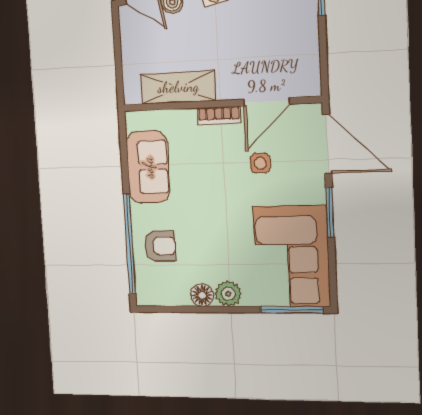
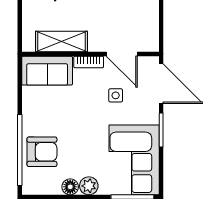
door: (266, 102) -> (122, 54), hinge flipped
sofa: (148, 167) -> (47, 71), moved, turned 90
armchair: (160, 246) -> (42, 152), width x1.38, depth x1.38

